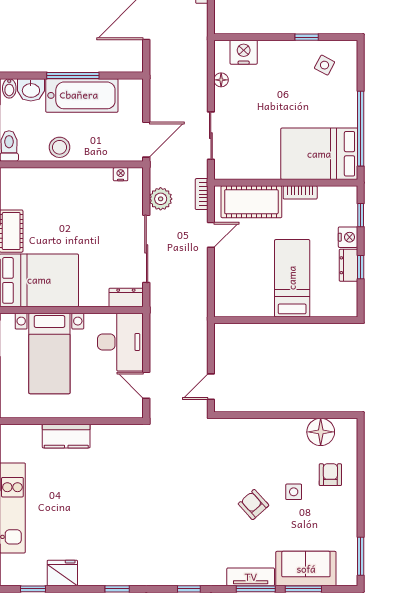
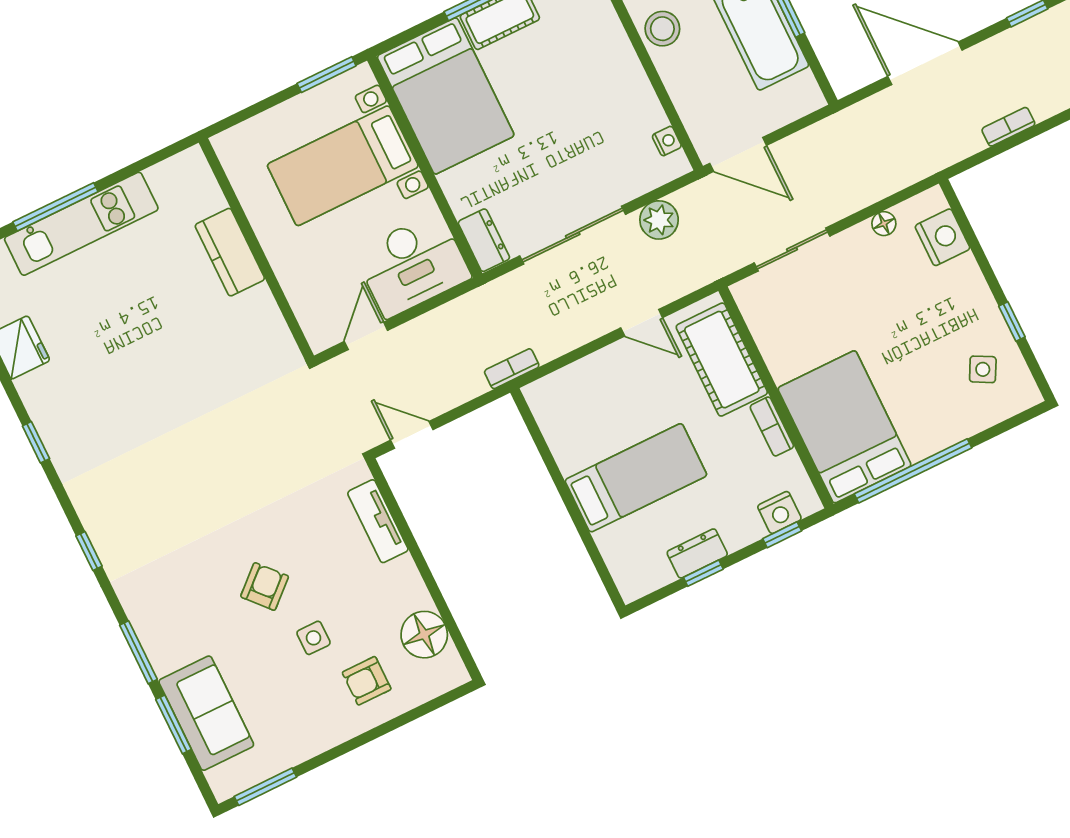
bookcase: (202, 194) -> (512, 369), moved
nightstand: (348, 237) -> (779, 512), moved
armchair: (330, 475) -> (367, 681), turned 180
tv unit: (251, 577) -> (378, 521), moved, turned 180

